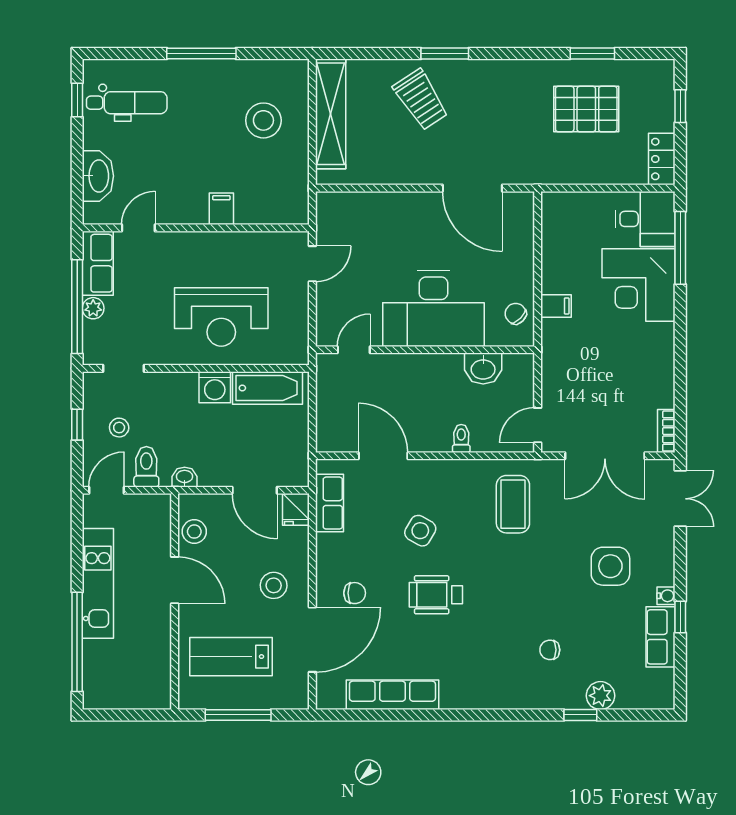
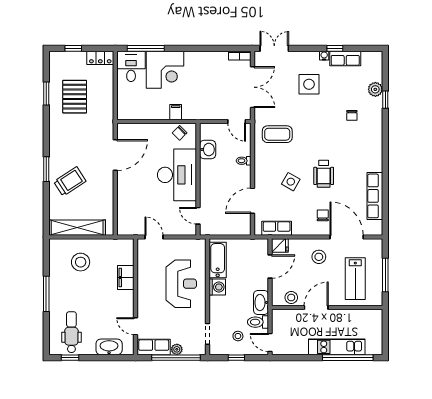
filing cabinet: (221, 209) -> (126, 278), width x2.00
washbasin: (185, 477) -> (261, 302), width x1.91, depth x1.45
kitchen unit: (98, 583) -> (337, 347), moved

